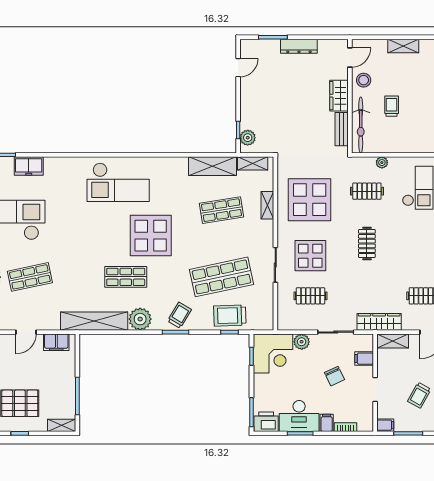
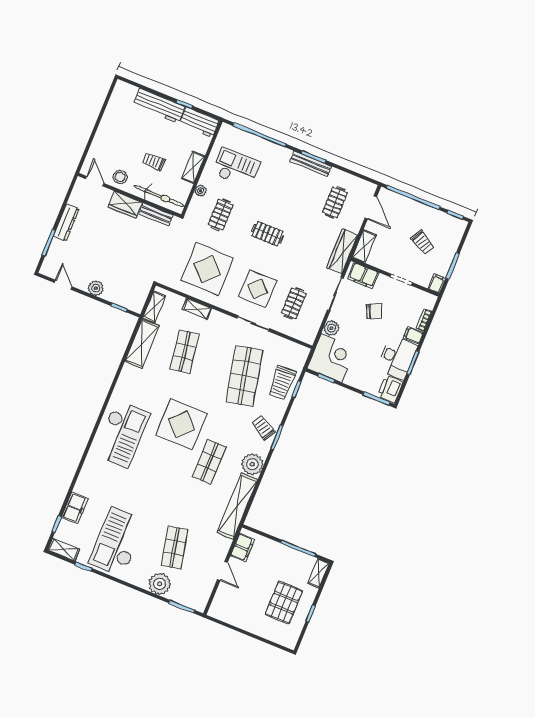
shelving: (403, 46) -> (193, 167), moved
plant: (248, 138) -> (96, 288), moved
filing cabinet: (364, 359) -> (363, 276), width x2.00

